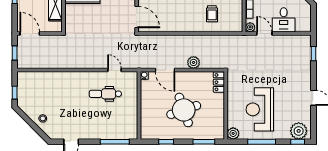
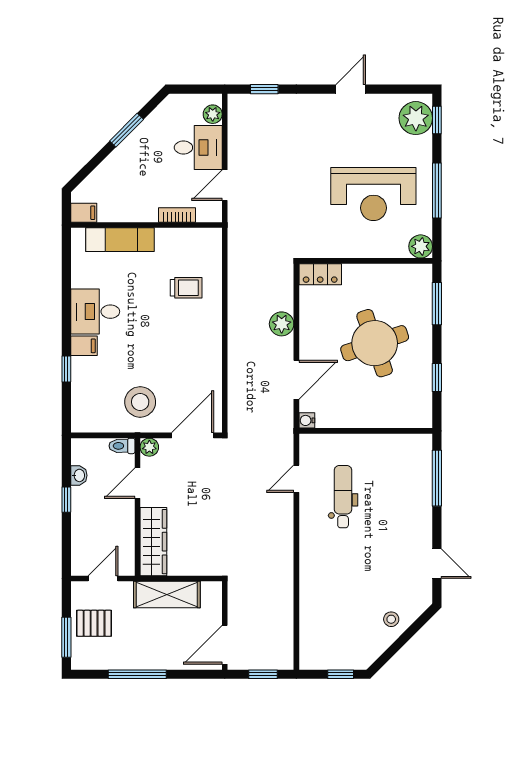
plant: (250, 27) -> (213, 114), moved
dental chair: (105, 94) -> (343, 497), turned 180

